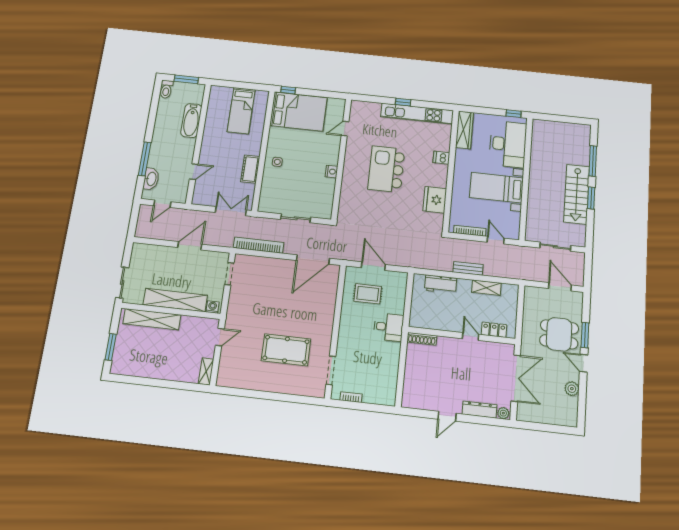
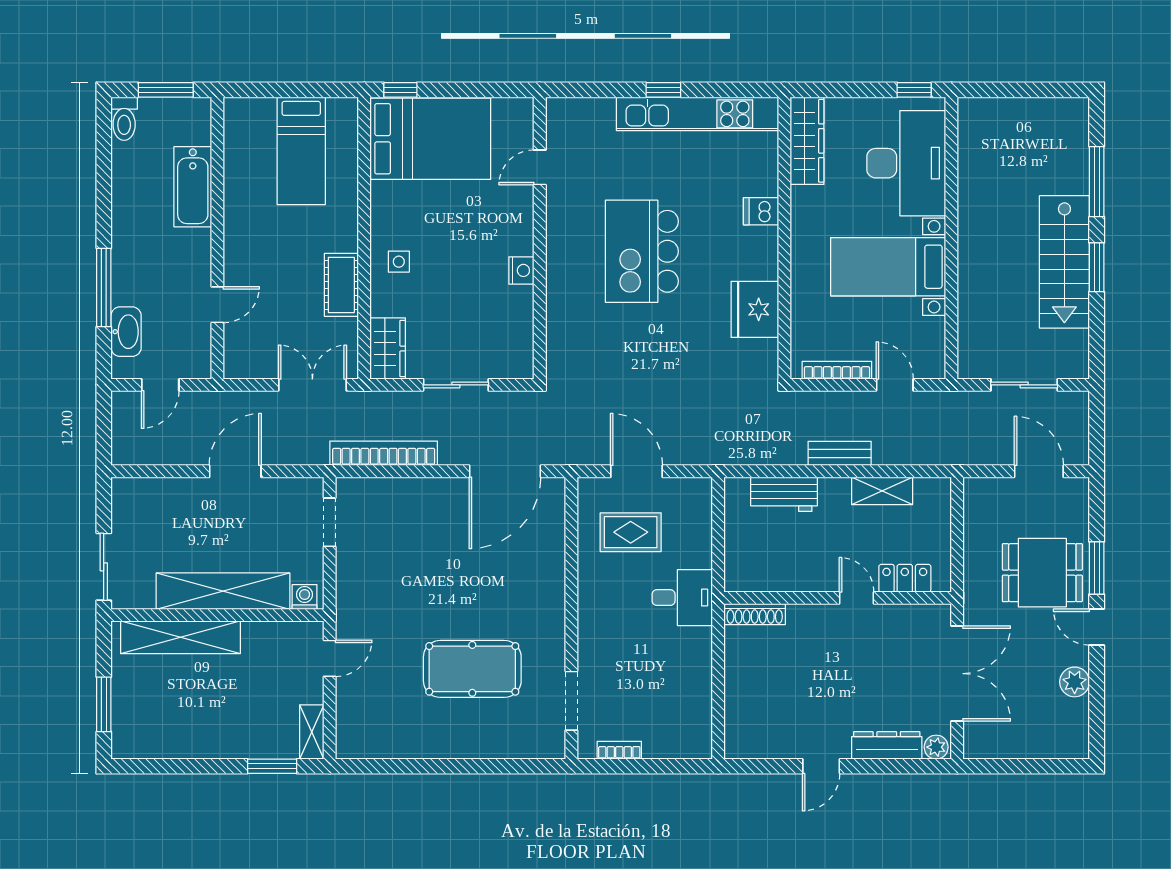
wardrobe: (267, 199) -> (388, 349), added
window: (185, 386) -> (272, 766), added

